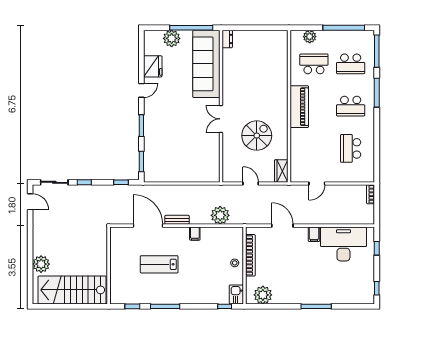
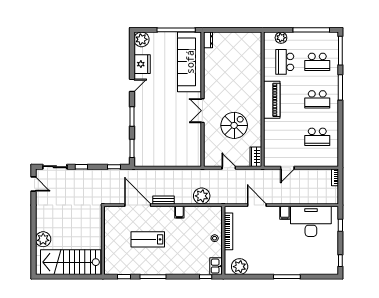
plant: (172, 38) -> (142, 39), moved
school desk: (314, 64) -> (285, 62), turned -90
school desk: (351, 148) -> (317, 137), turned -90

